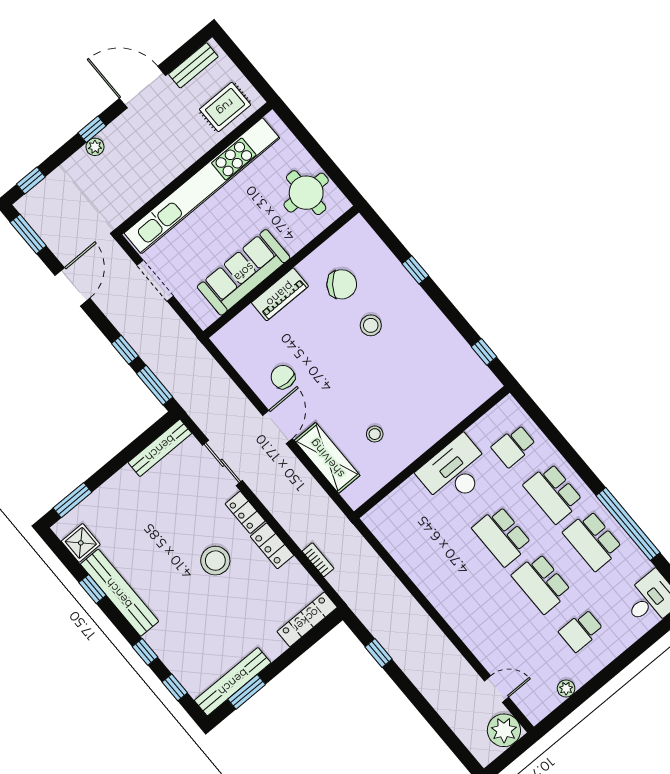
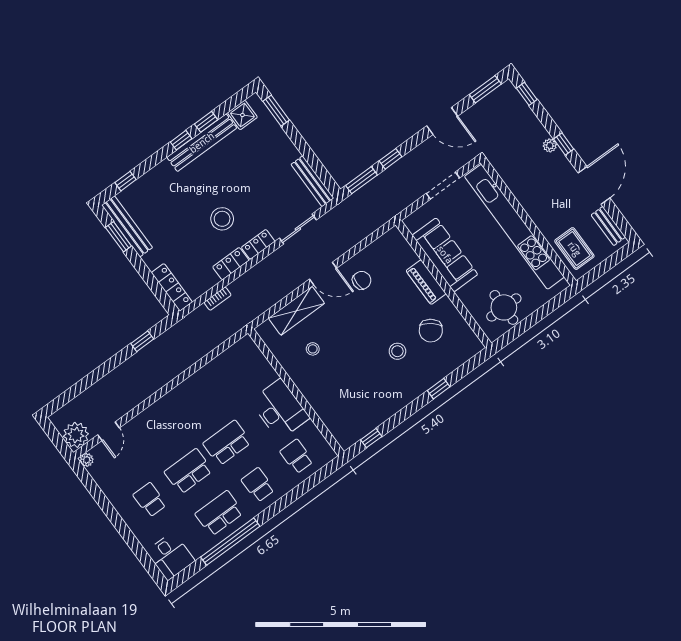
school desk: (553, 493) -> (258, 485), width x0.54
window: (145, 652) -> (181, 140), moved
plant: (566, 689) -> (87, 460), moved

